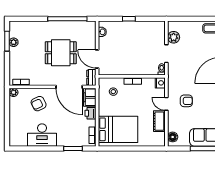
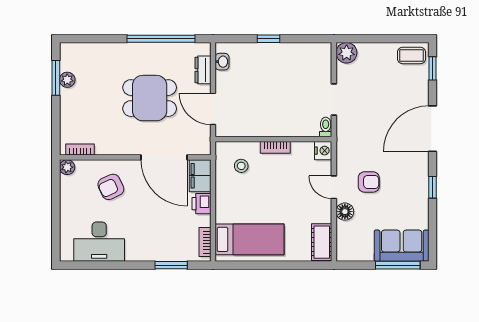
plant: (174, 37) -> (347, 53), moved
dresser: (91, 78) -> (203, 70), moved
cot: (159, 121) -> (322, 242), moved
bed: (118, 129) -> (250, 239), width x0.67
desk: (42, 135) -> (99, 242), moved
floor lamp: (173, 137) -> (345, 212), moved

